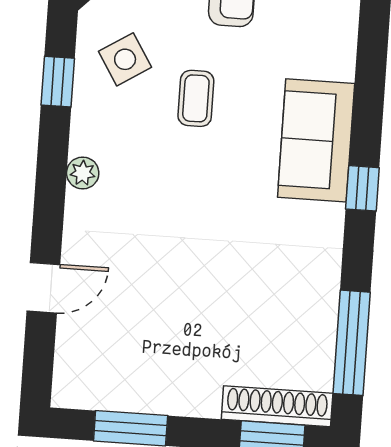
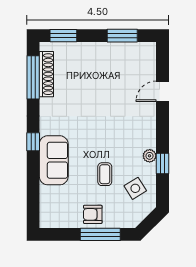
window: (58, 82) -> (162, 163), moved
plant: (83, 173) -> (150, 156), moved
shoe rack: (277, 406) -> (46, 74), moved, turned -90

